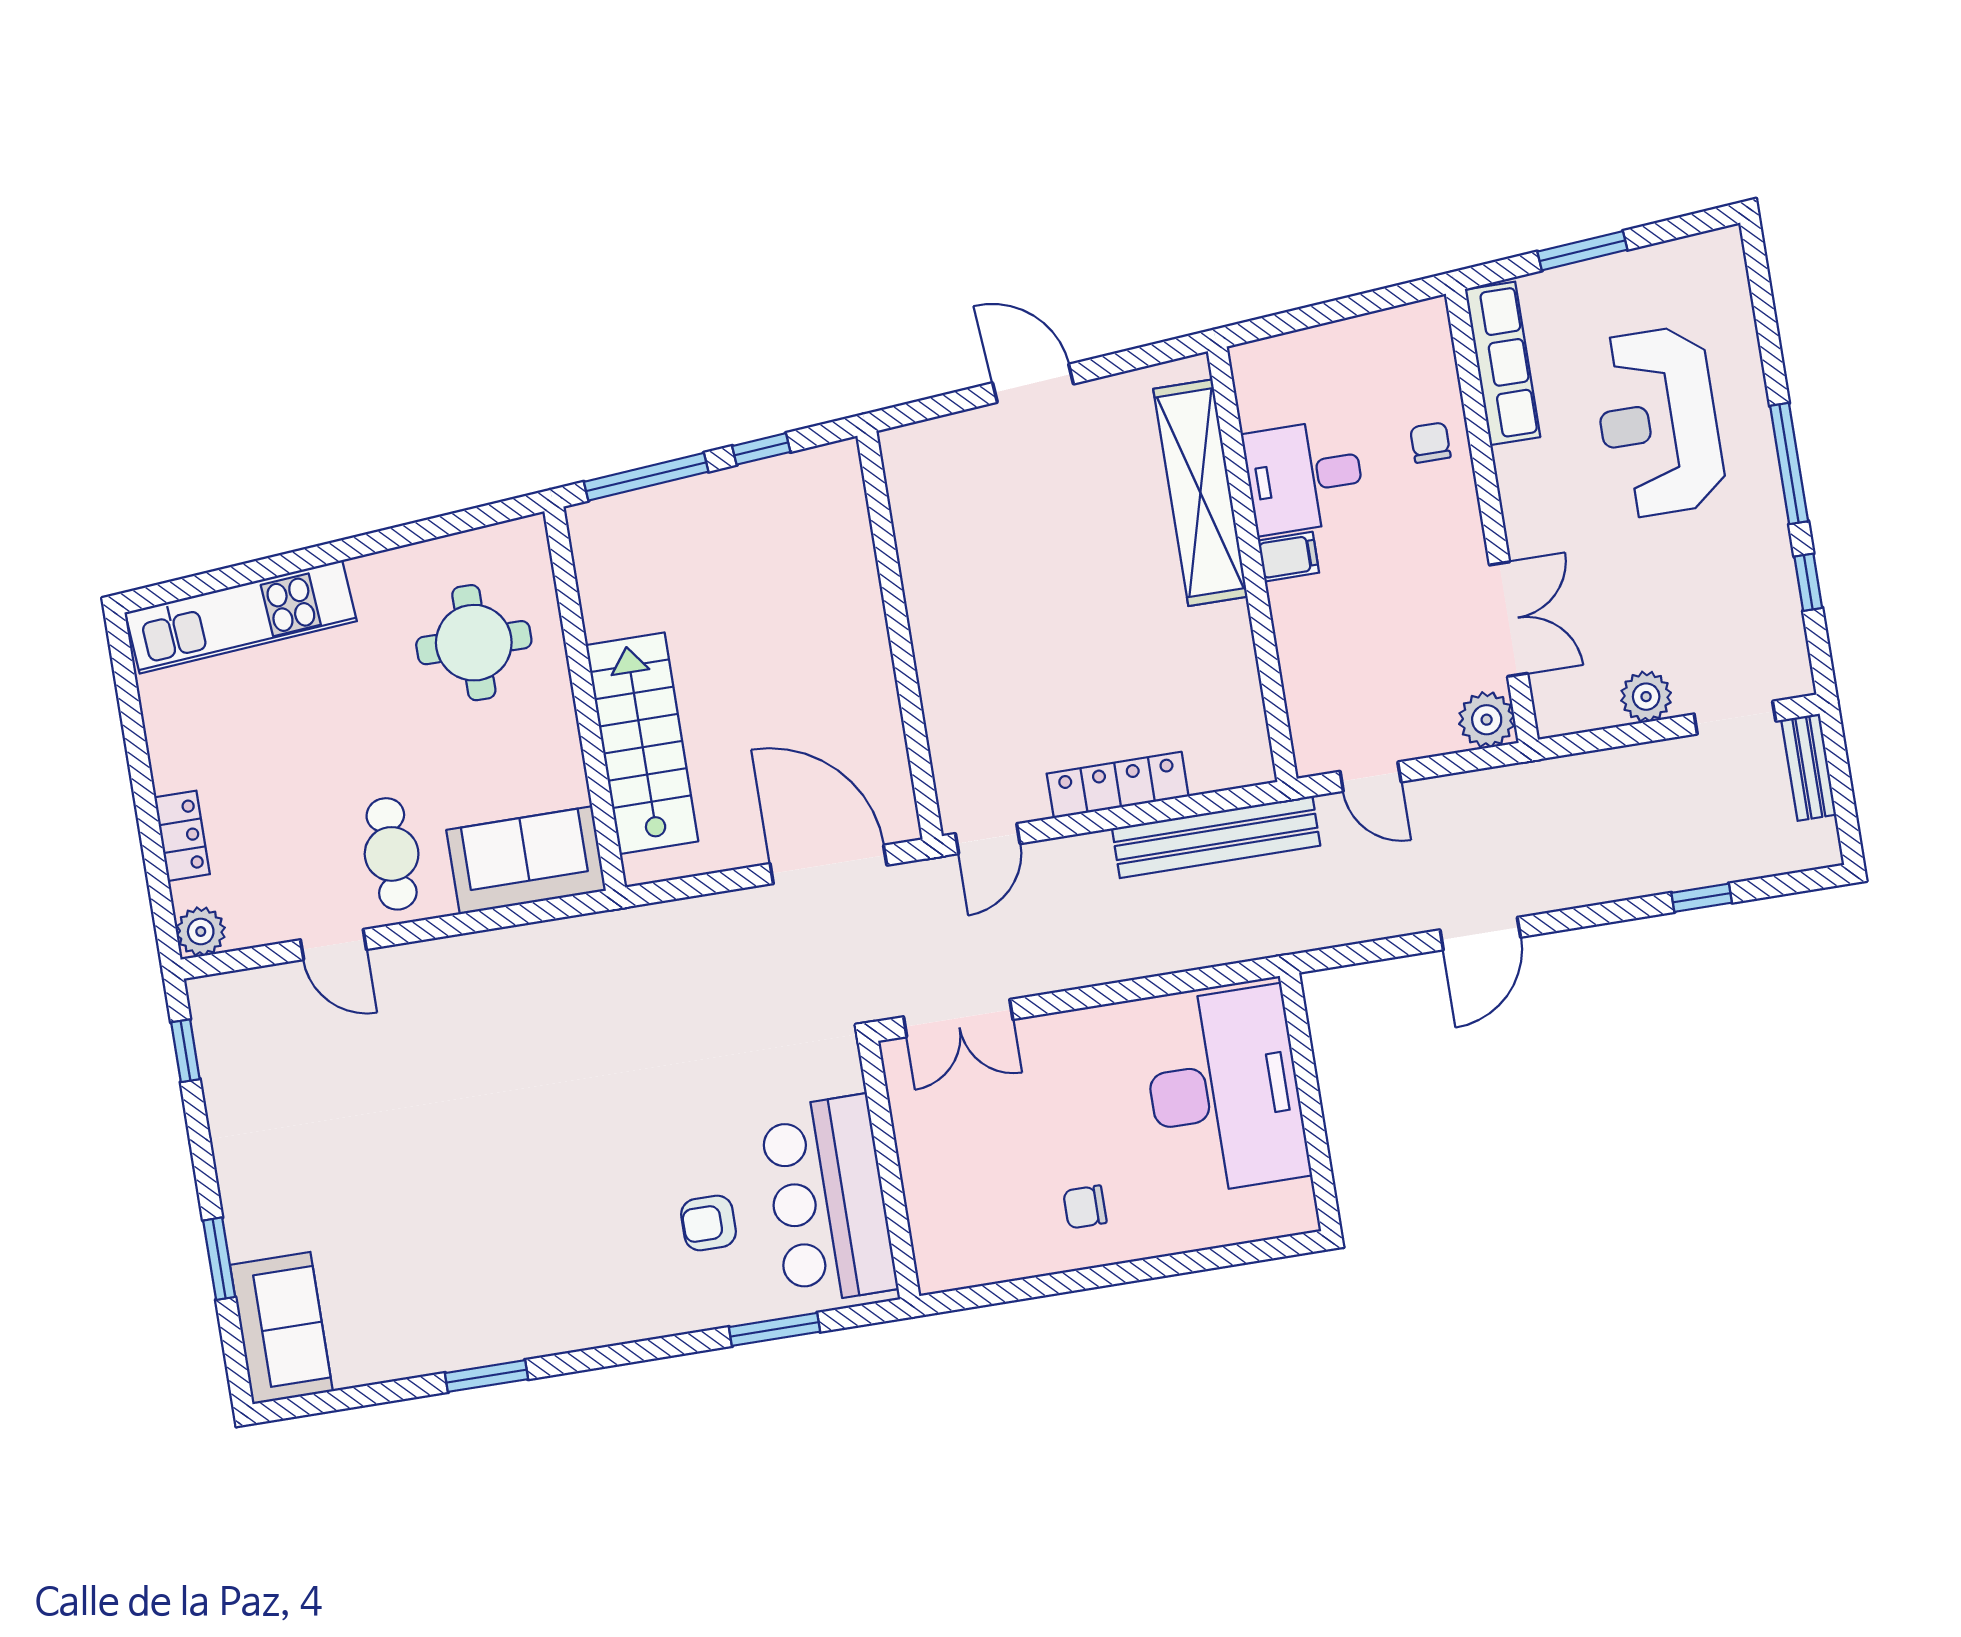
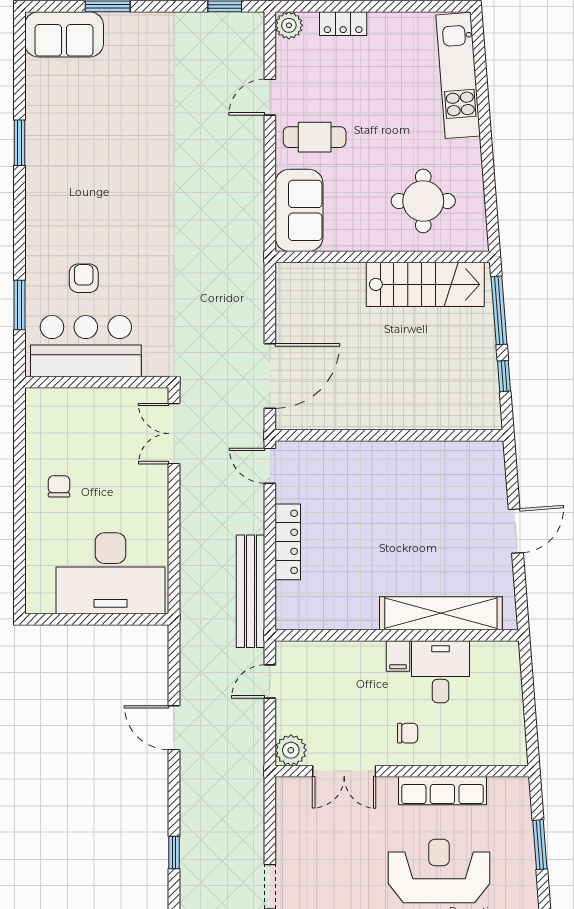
row of seats: (1503, 363) -> (442, 791), moved
chair: (1430, 443) -> (408, 733), moved
plant: (1646, 697) -> (289, 840), removed
stairs: (642, 743) -> (425, 284), moved

